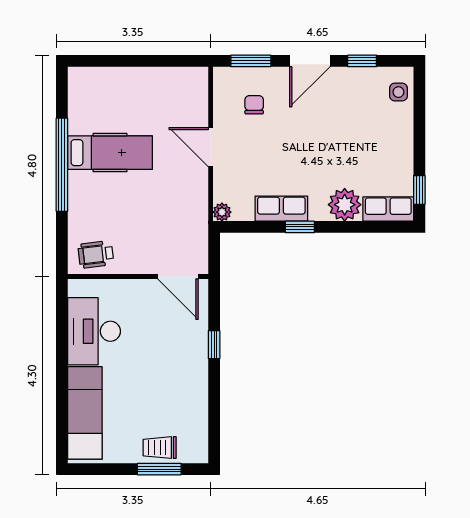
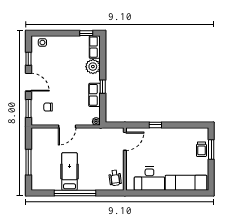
window: (131, 61) -> (28, 162), added

